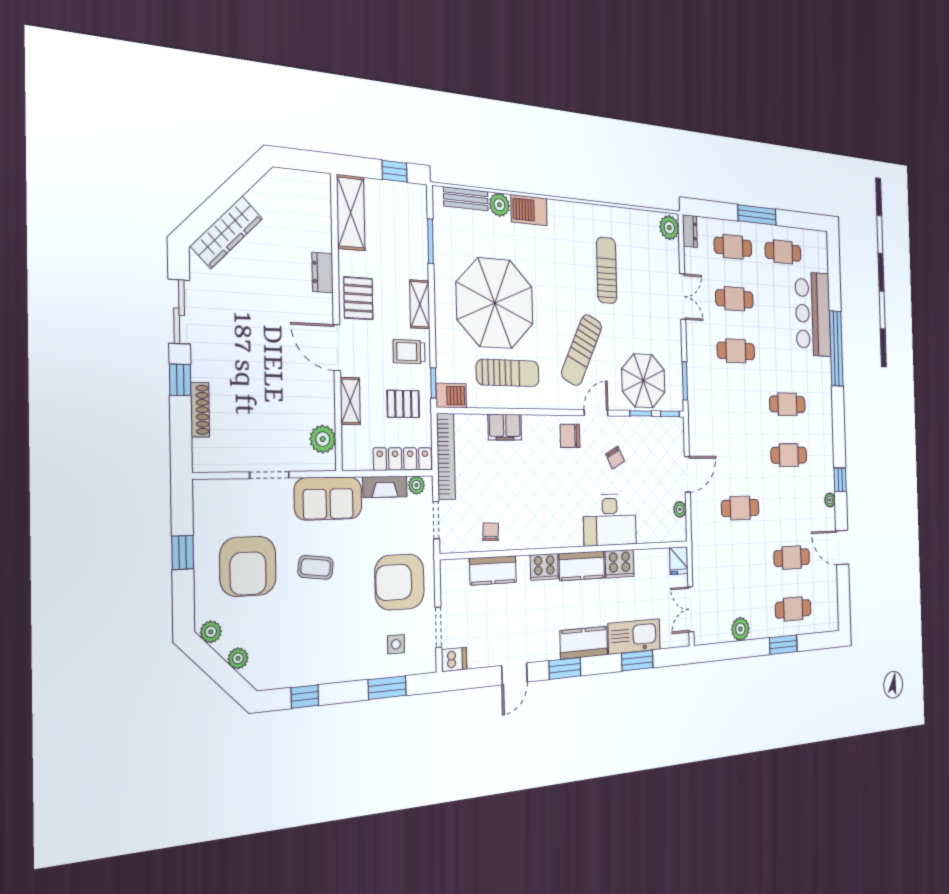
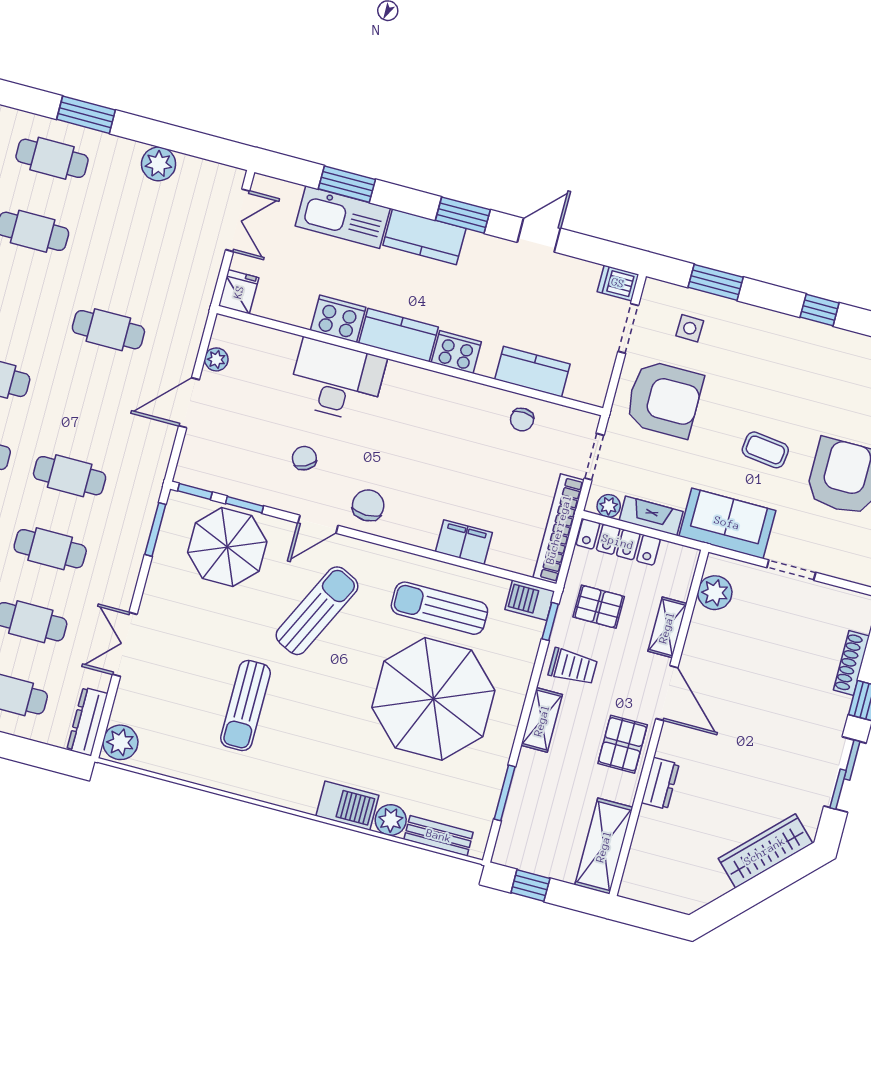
dresser: (690, 231) -> (87, 722), width x1.44
cafe table: (737, 403) -> (70, 476), added
chair: (570, 436) -> (368, 505), turned -90

